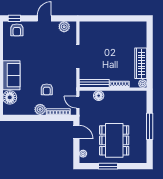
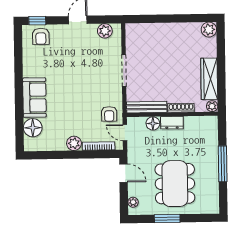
plant: (141, 27) -> (209, 30), added
armchair: (47, 89) -> (109, 114), moved
dresser: (113, 95) -> (172, 123), added

